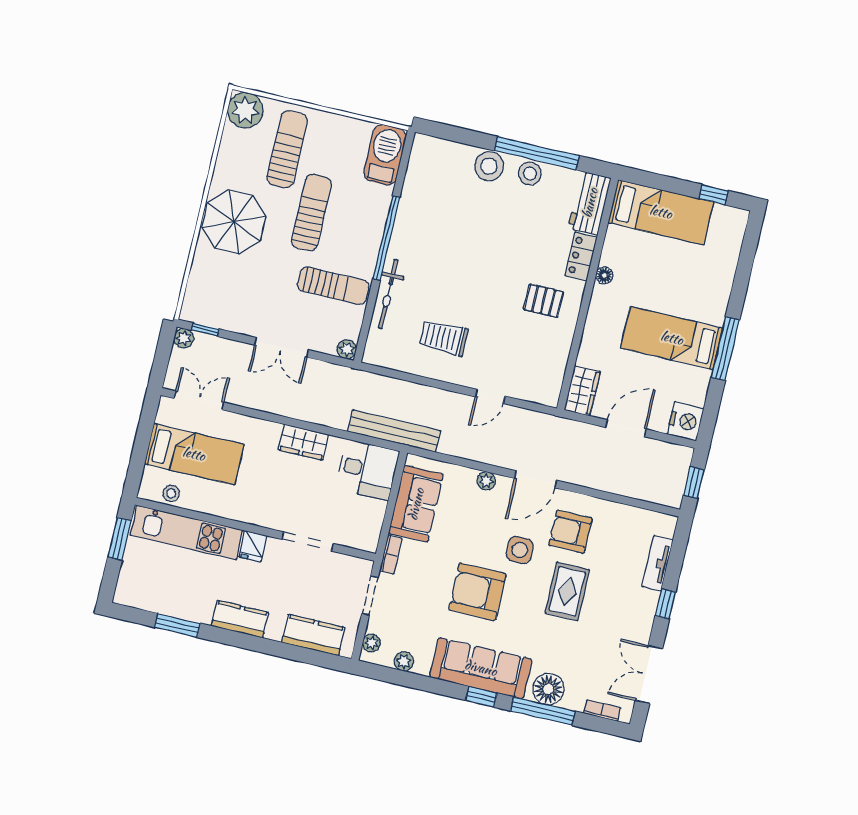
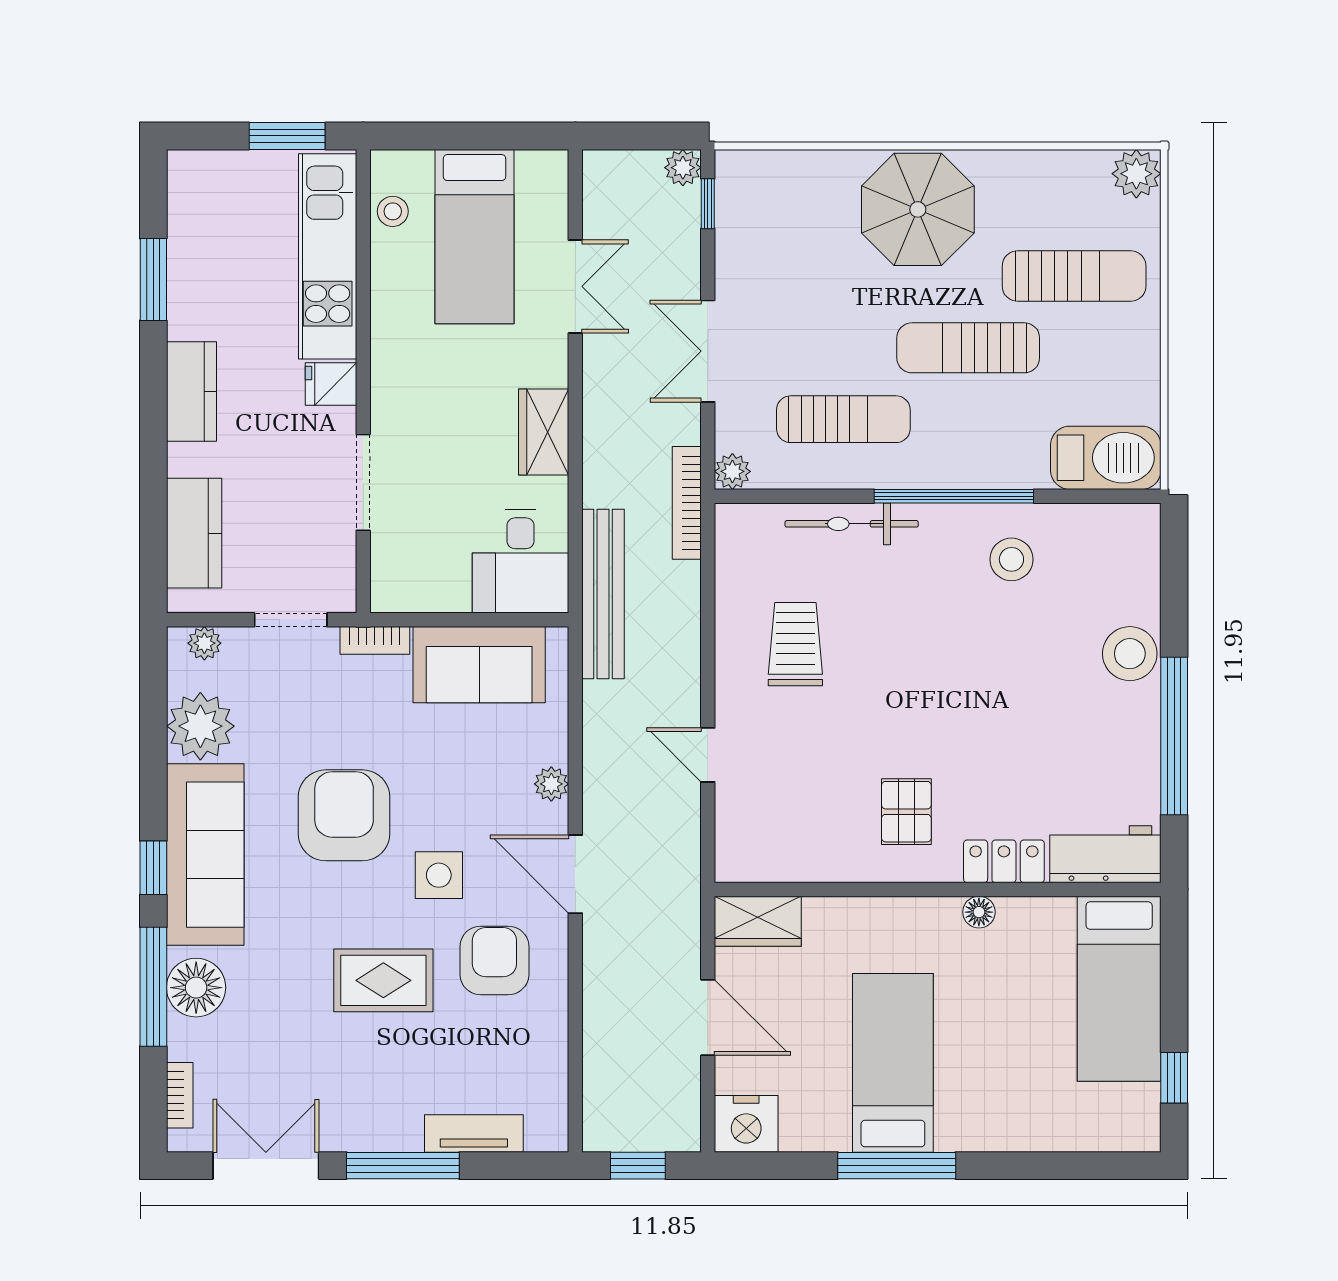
plant: (245, 110) -> (1136, 174), width x0.73, depth x0.73
stool: (530, 173) -> (1011, 559), moved
sun lounger: (311, 213) -> (968, 348), turned 180
sun lounger: (333, 286) -> (843, 419), turned -90
bookcase: (357, 377) -> (687, 503), added
double door: (199, 400) -> (575, 286), moved
window: (665, 604) -> (403, 1166), width x2.17
plant: (404, 661) -> (200, 726), width x1.88, depth x1.88

